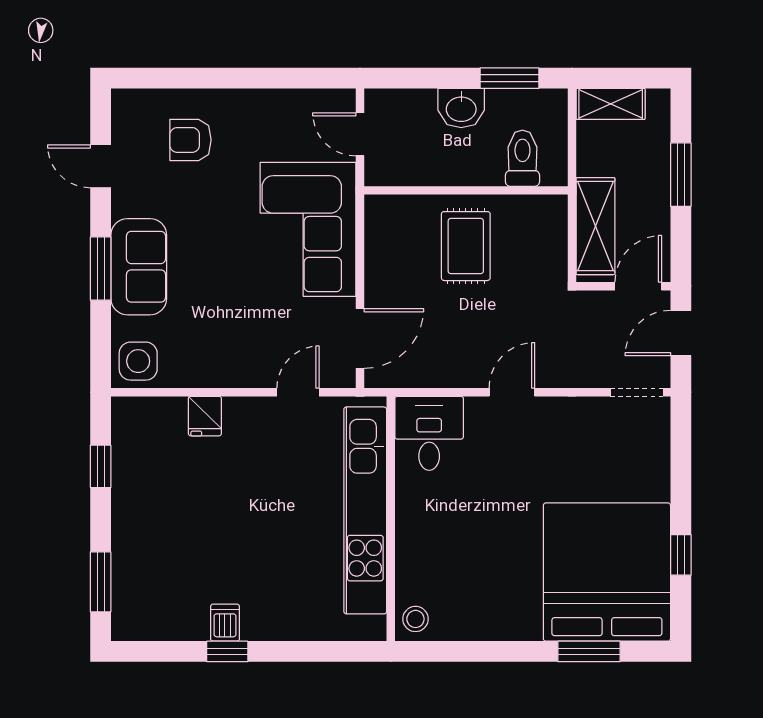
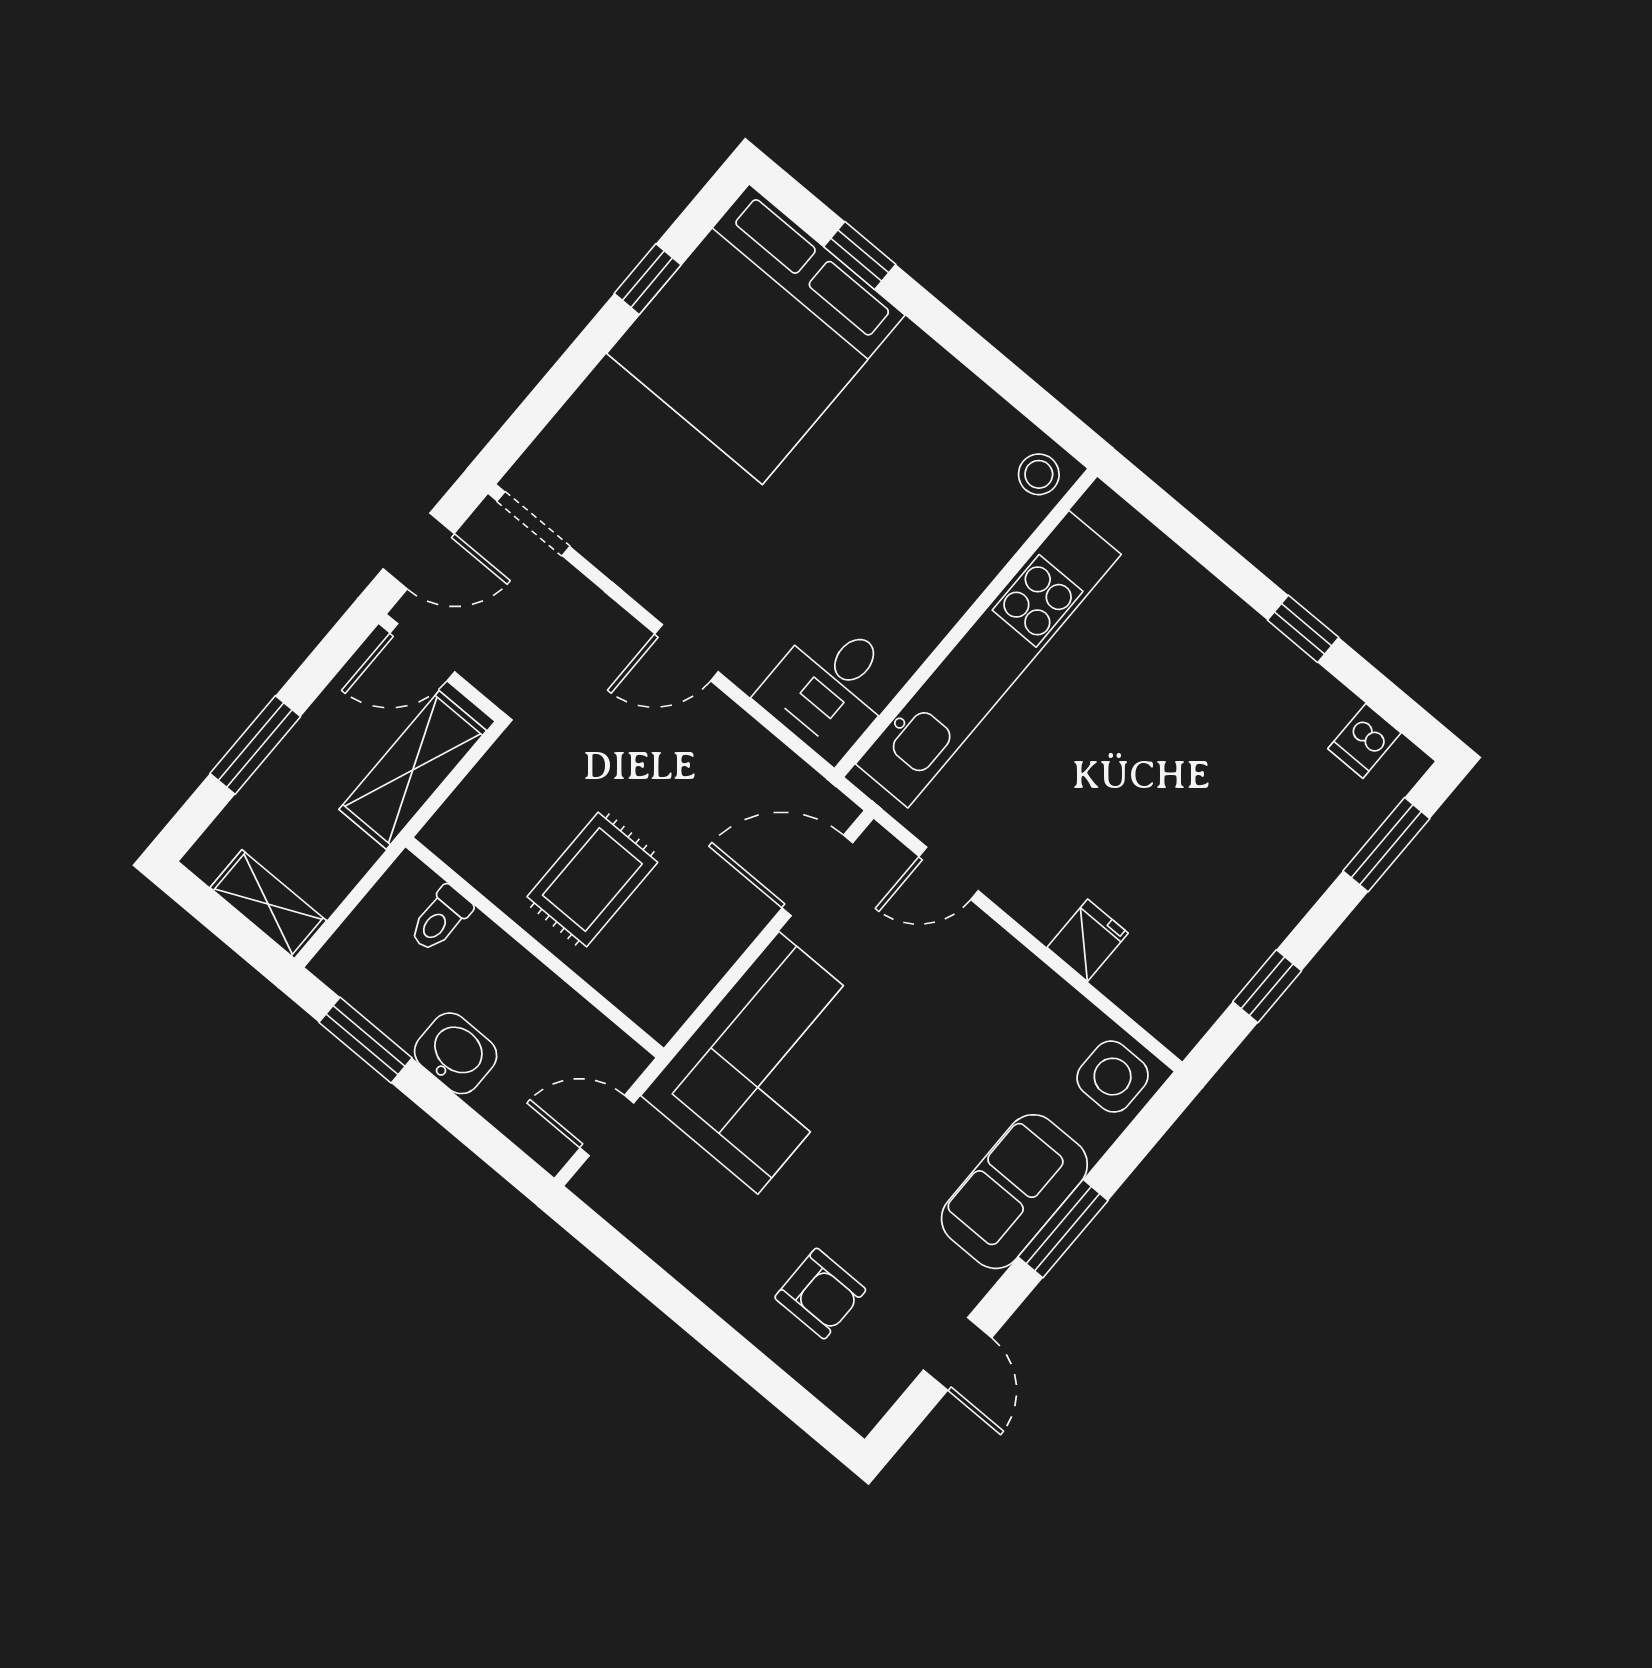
door: (360, 134) -> (607, 1125), swing flipped
toilet: (522, 158) -> (440, 919), width x0.73, depth x0.72
dishwasher: (225, 623) -> (1364, 741), moved
window: (589, 651) -> (860, 255), width x0.67

